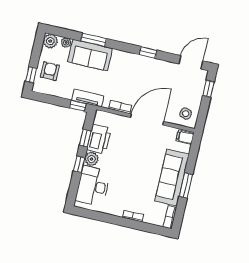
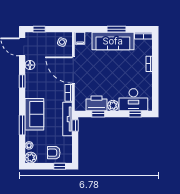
sofa: (90, 55) -> (34, 114), moved
floor lamp: (166, 67) -> (30, 65), added
tv unit: (88, 98) -> (67, 119), width x1.41
window: (79, 164) -> (135, 114), moved

